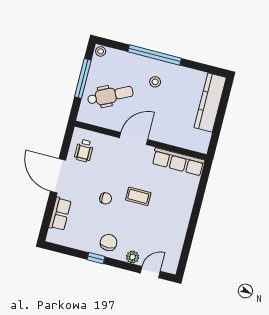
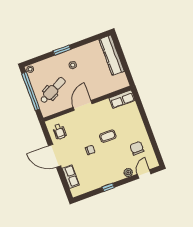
window: (155, 55) -> (62, 50), width x0.47
window: (83, 78) -> (31, 91), width x1.46
row of seats: (178, 162) -> (122, 99), width x0.68
chair: (109, 242) -> (137, 148), moved

